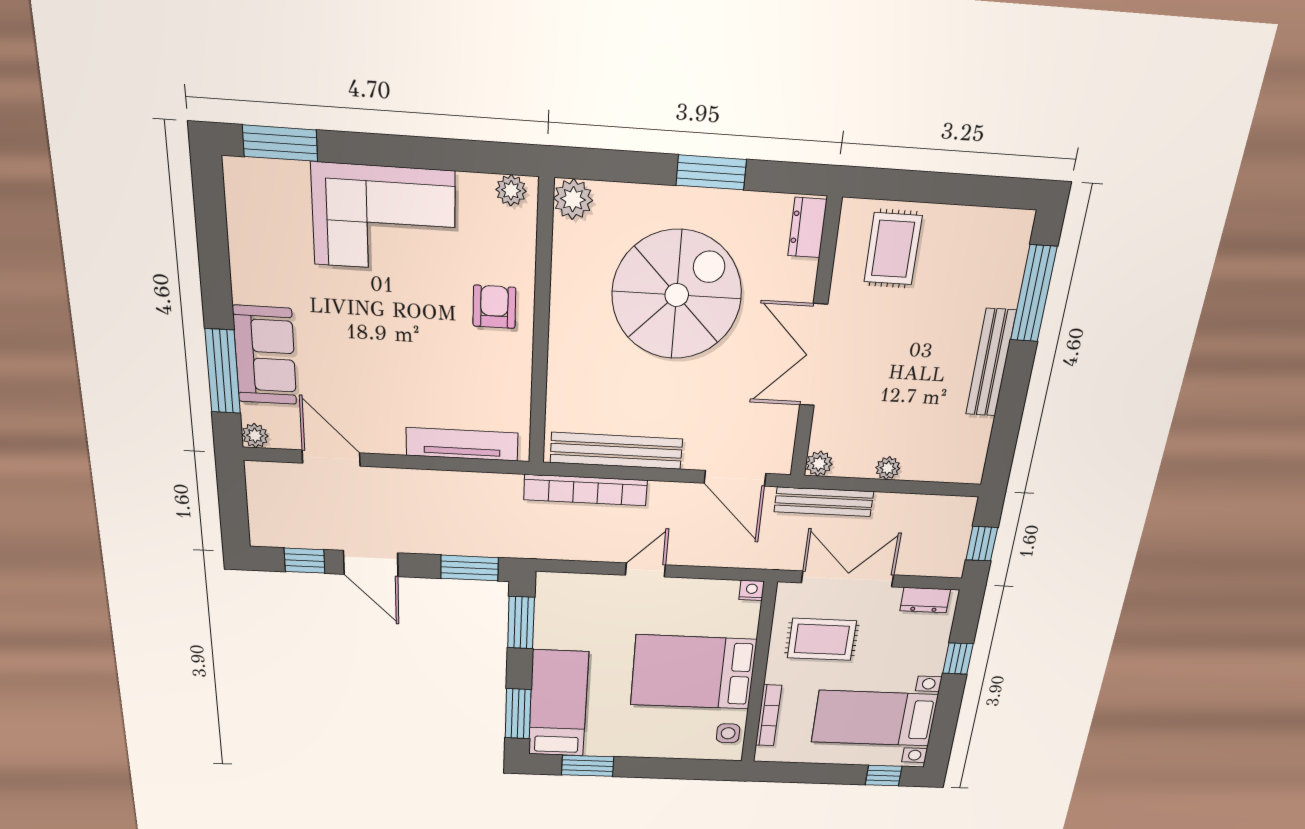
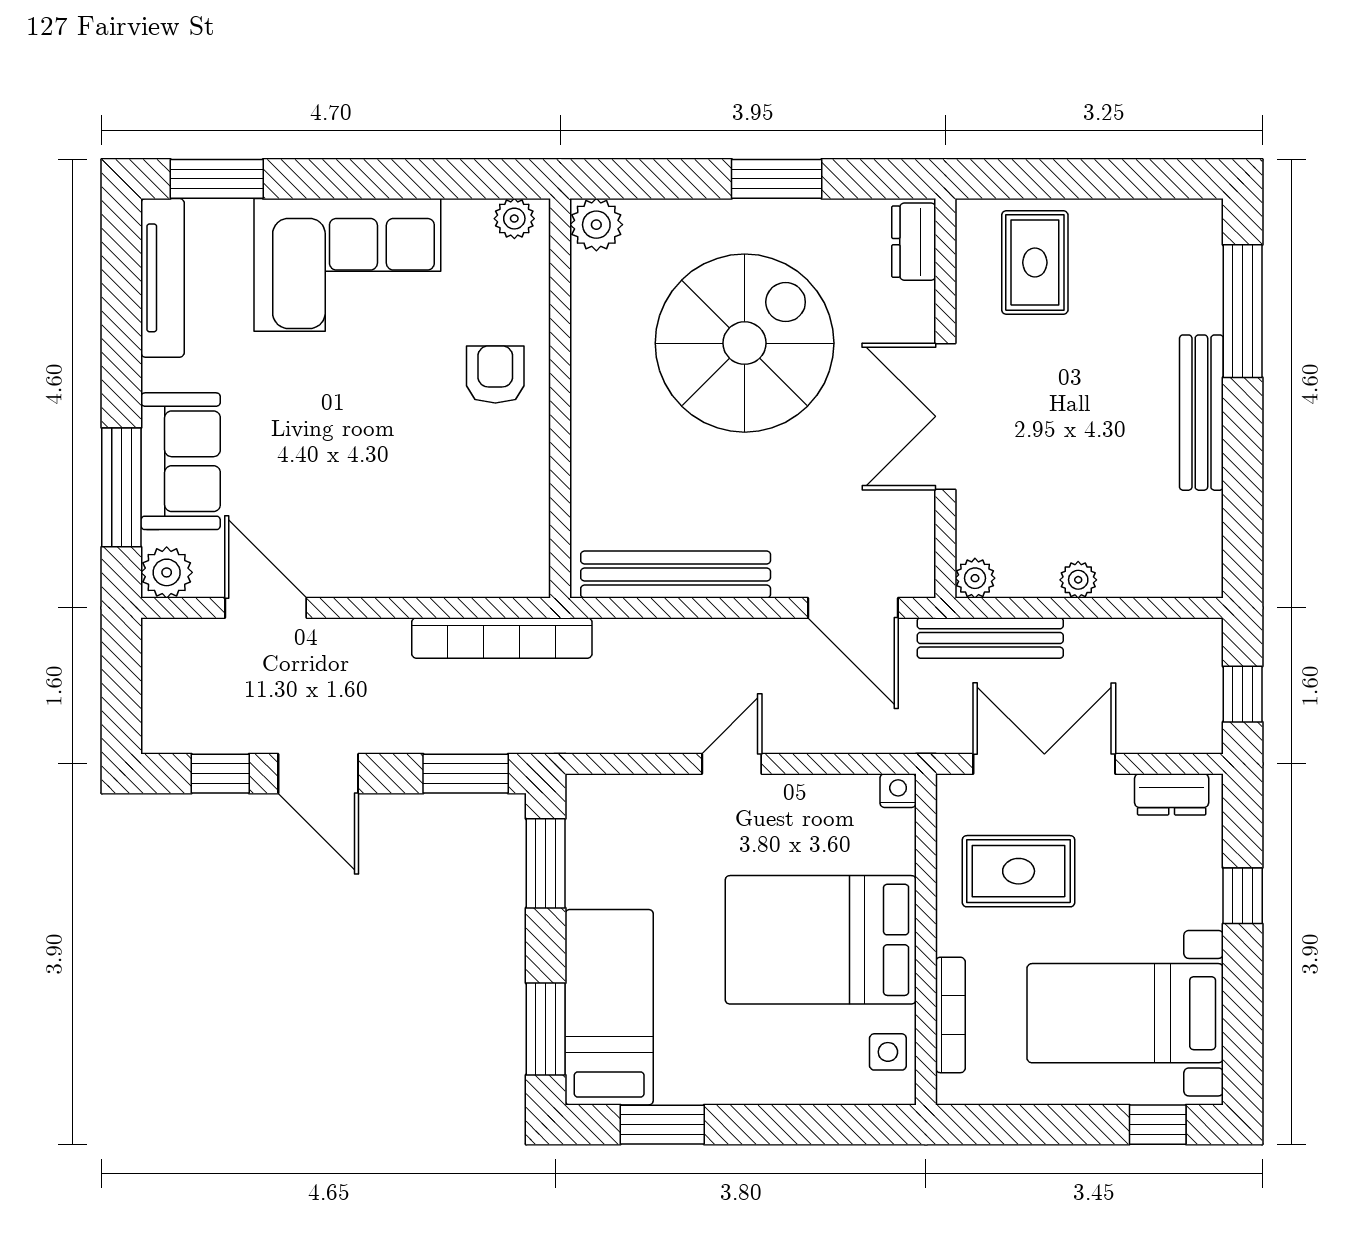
plant: (255, 436) -> (167, 572), width x1.38, depth x1.38
tv unit: (462, 444) -> (163, 278), moved, turned 90
bookcase: (585, 490) -> (502, 638), moved

